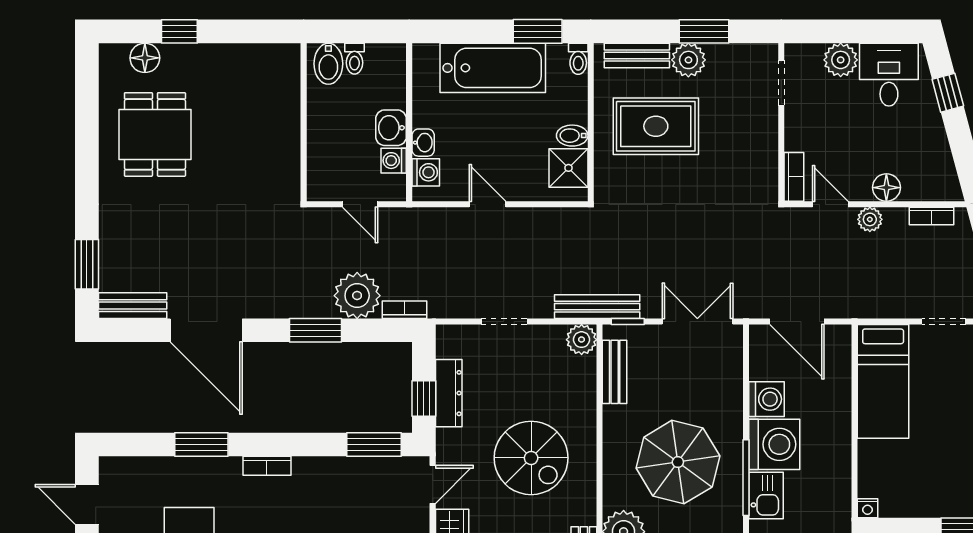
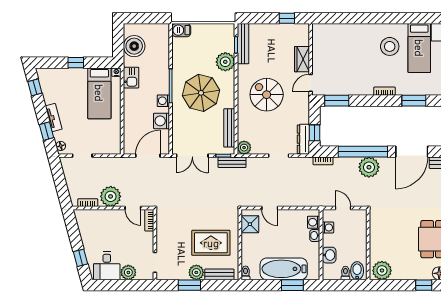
window: (538, 31) -> (292, 285), moved
plant: (273, 64) -> (382, 270), added
washbasin: (391, 128) -> (329, 255), moved
bidet: (572, 136) -> (248, 239), removed
floor lamp: (886, 188) -> (108, 215), removed
door: (487, 204) -> (270, 208), moved
plant: (870, 219) -> (111, 196), width x1.88, depth x1.88
plant: (357, 296) -> (369, 167), moved
bench: (597, 307) -> (232, 162), width x0.73
door: (797, 321) -> (148, 156), hinge flipped
door: (206, 330) -> (412, 152), swing flipped
window: (315, 330) -> (363, 152), width x2.11
bench: (615, 372) -> (229, 128), width x1.36
bed: (883, 381) -> (99, 93), moved, turned 180
dresser: (449, 393) -> (303, 139), moved
window: (424, 399) -> (315, 133), moved
washing machine: (774, 444) -> (163, 101), width x0.53, depth x0.53
kitchen sink: (766, 495) -> (131, 78), moved, turned 180

